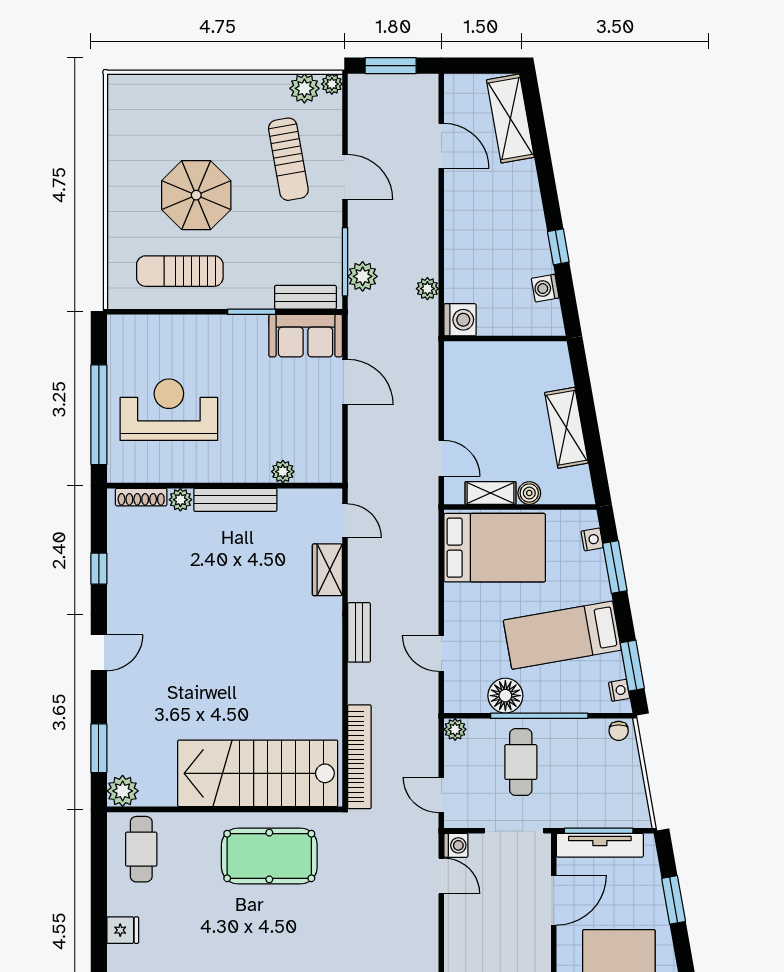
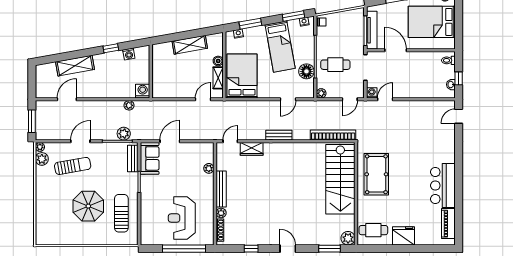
shelving: (510, 119) -> (75, 66), moved
sun lounger: (180, 271) -> (121, 213), turned 180
fridge: (123, 930) -> (404, 236), width x1.88, depth x1.34

